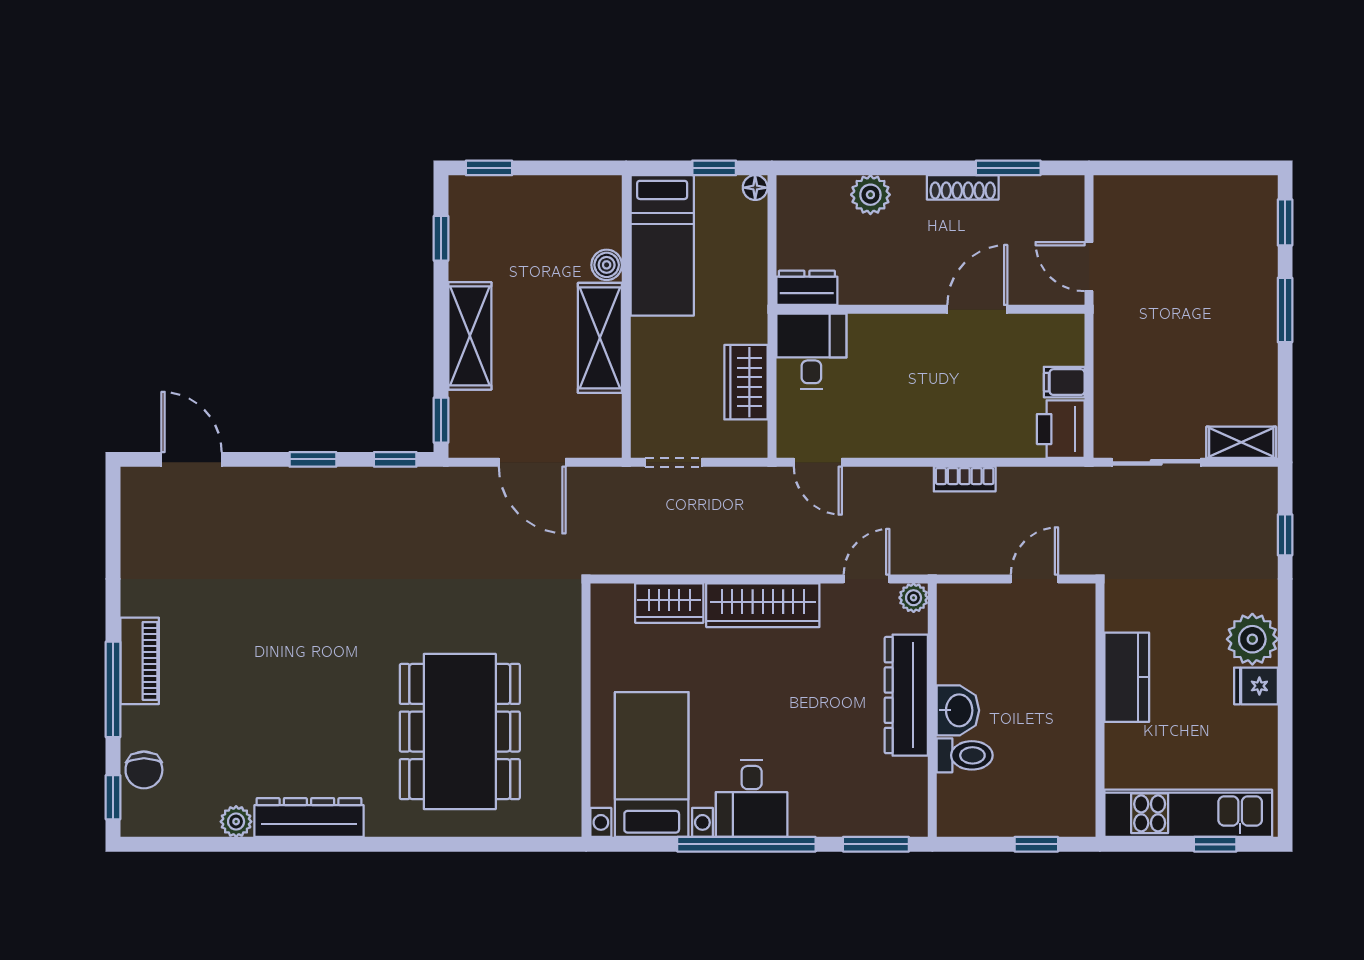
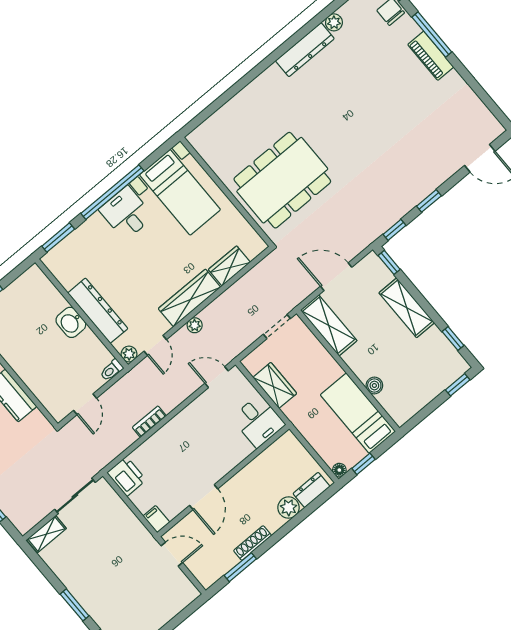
dresser: (807, 288) -> (312, 490), moved, turned 180
shelving: (600, 338) -> (329, 325), moved
filing cabinet: (1064, 382) -> (156, 519), moved, turned -90
plant: (788, 561) -> (195, 325), added
dining table: (460, 732) -> (282, 180), moved, turned 90
toilet: (965, 755) -> (112, 370), moved, width x0.73, depth x0.72

